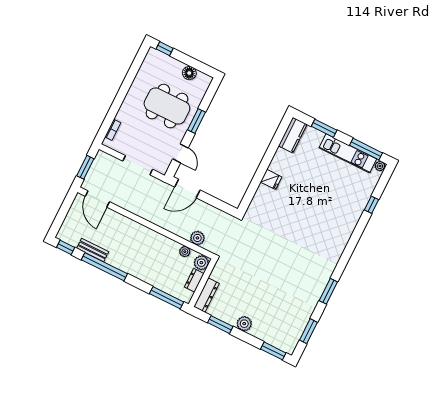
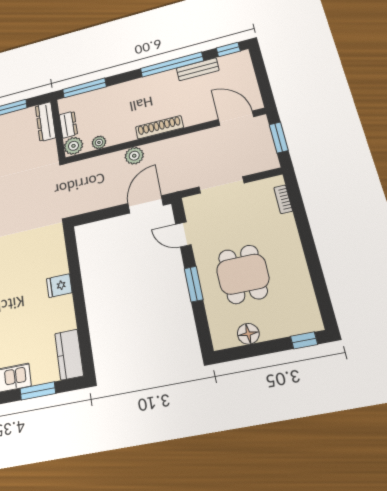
dining table: (167, 106) -> (243, 274), width x0.73
shoe rack: (143, 231) -> (159, 127), added
plant: (197, 238) -> (134, 156), moved

